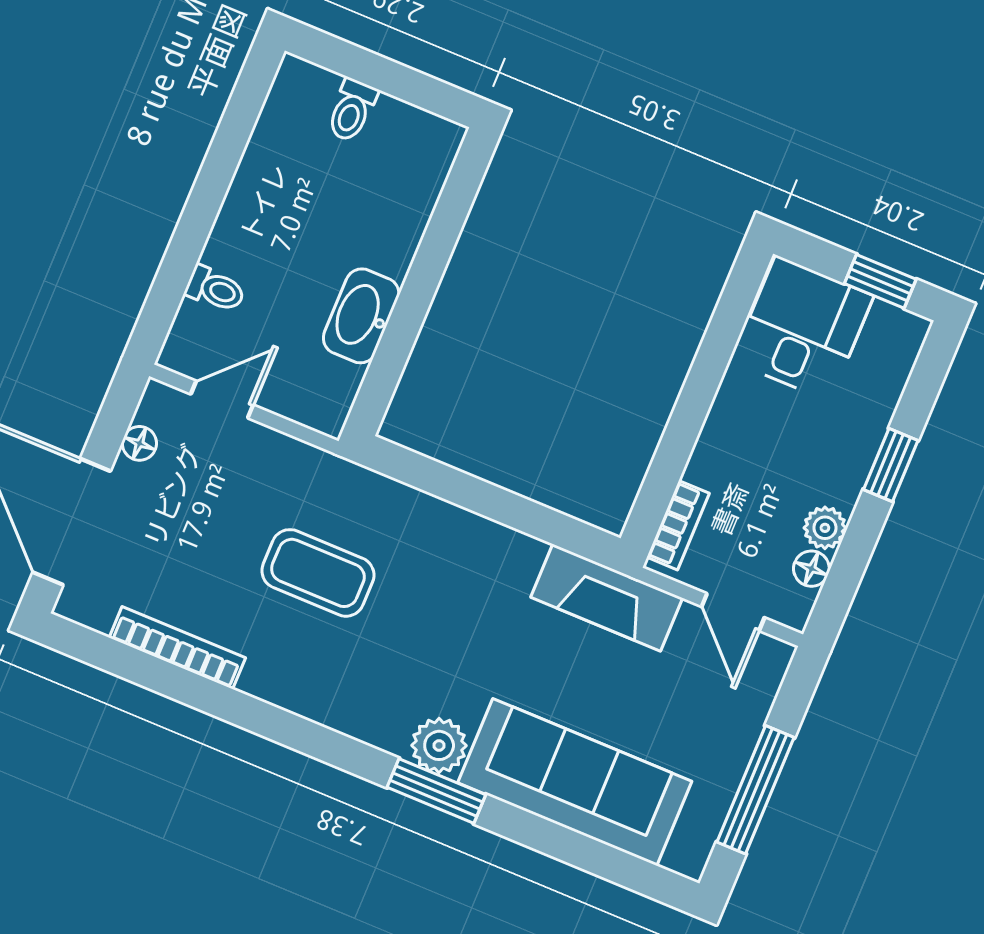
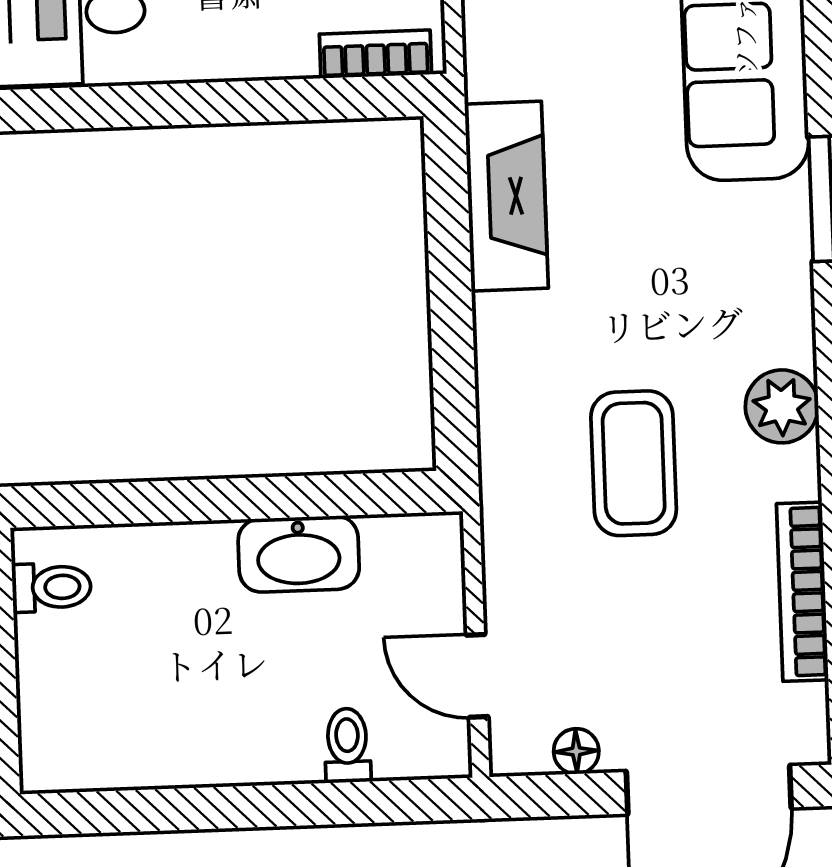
toilet: (352, 110) -> (51, 587), moved
fireplace: (607, 598) -> (506, 196), moved
plant: (439, 745) -> (782, 406), moved

